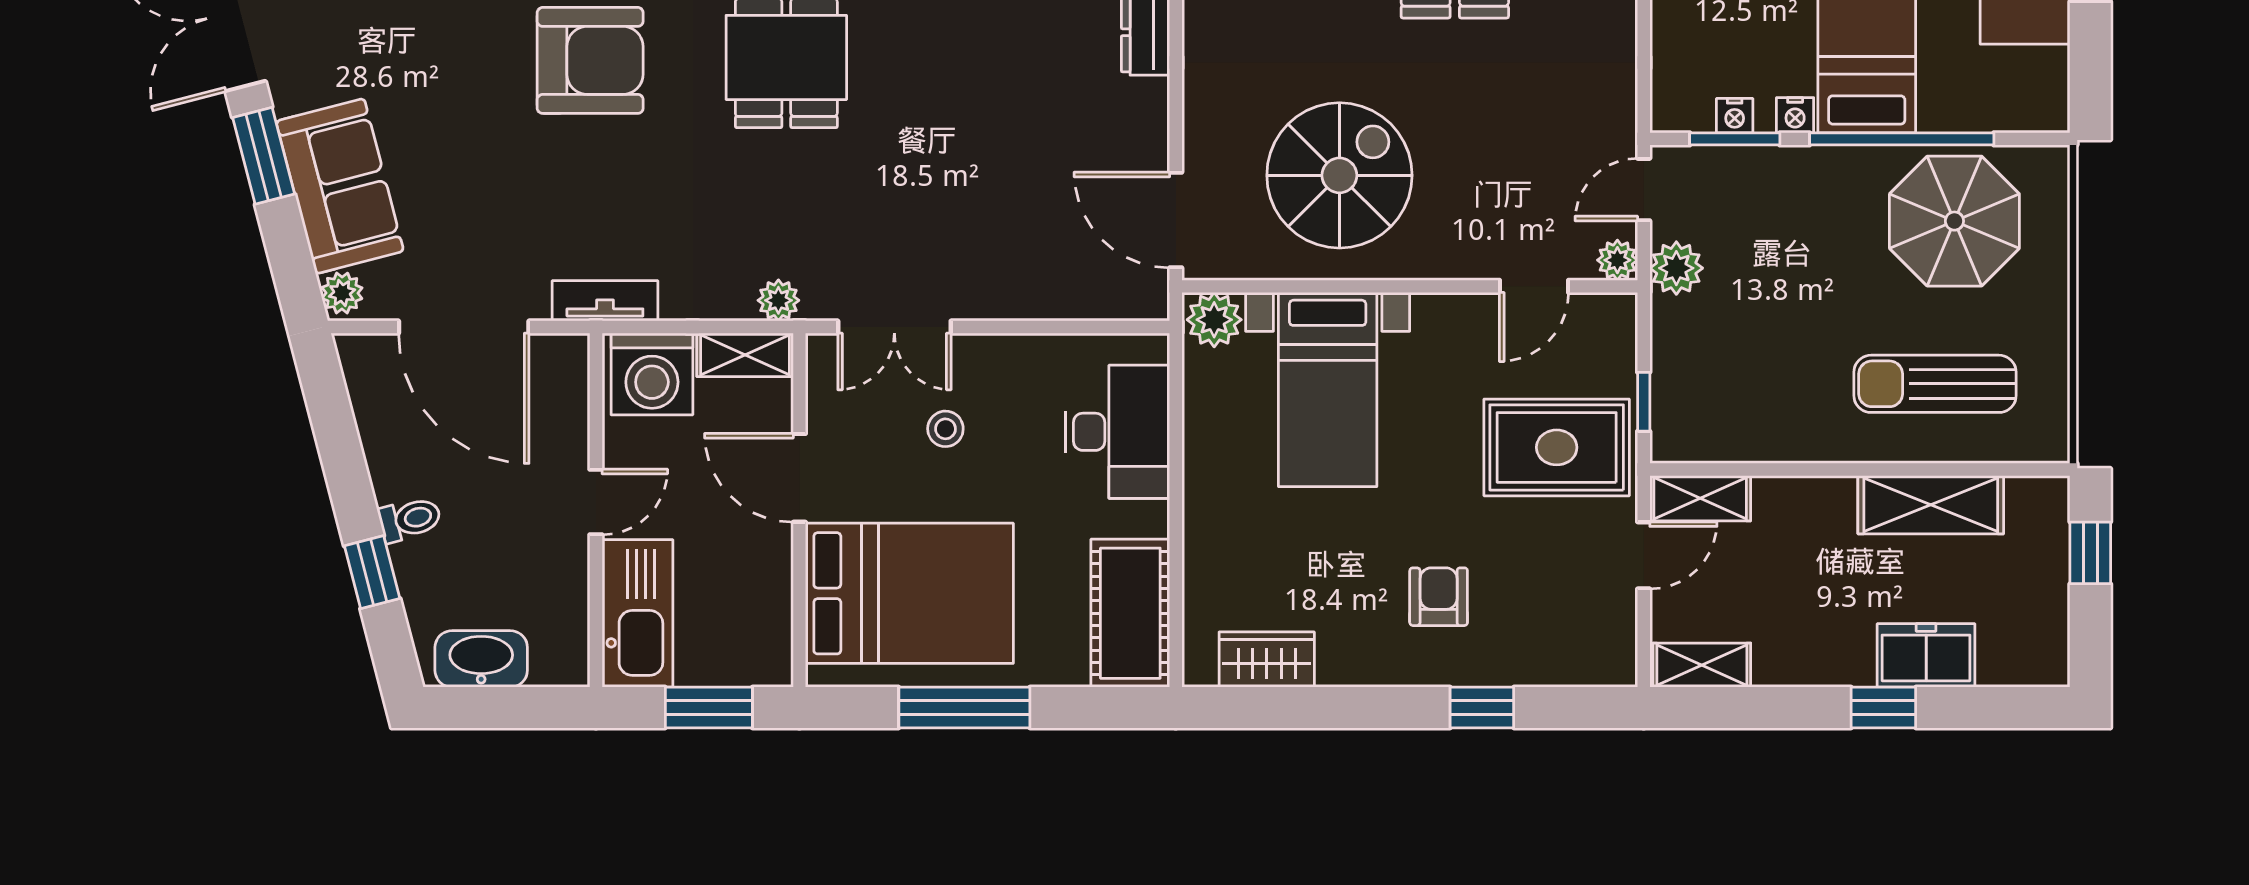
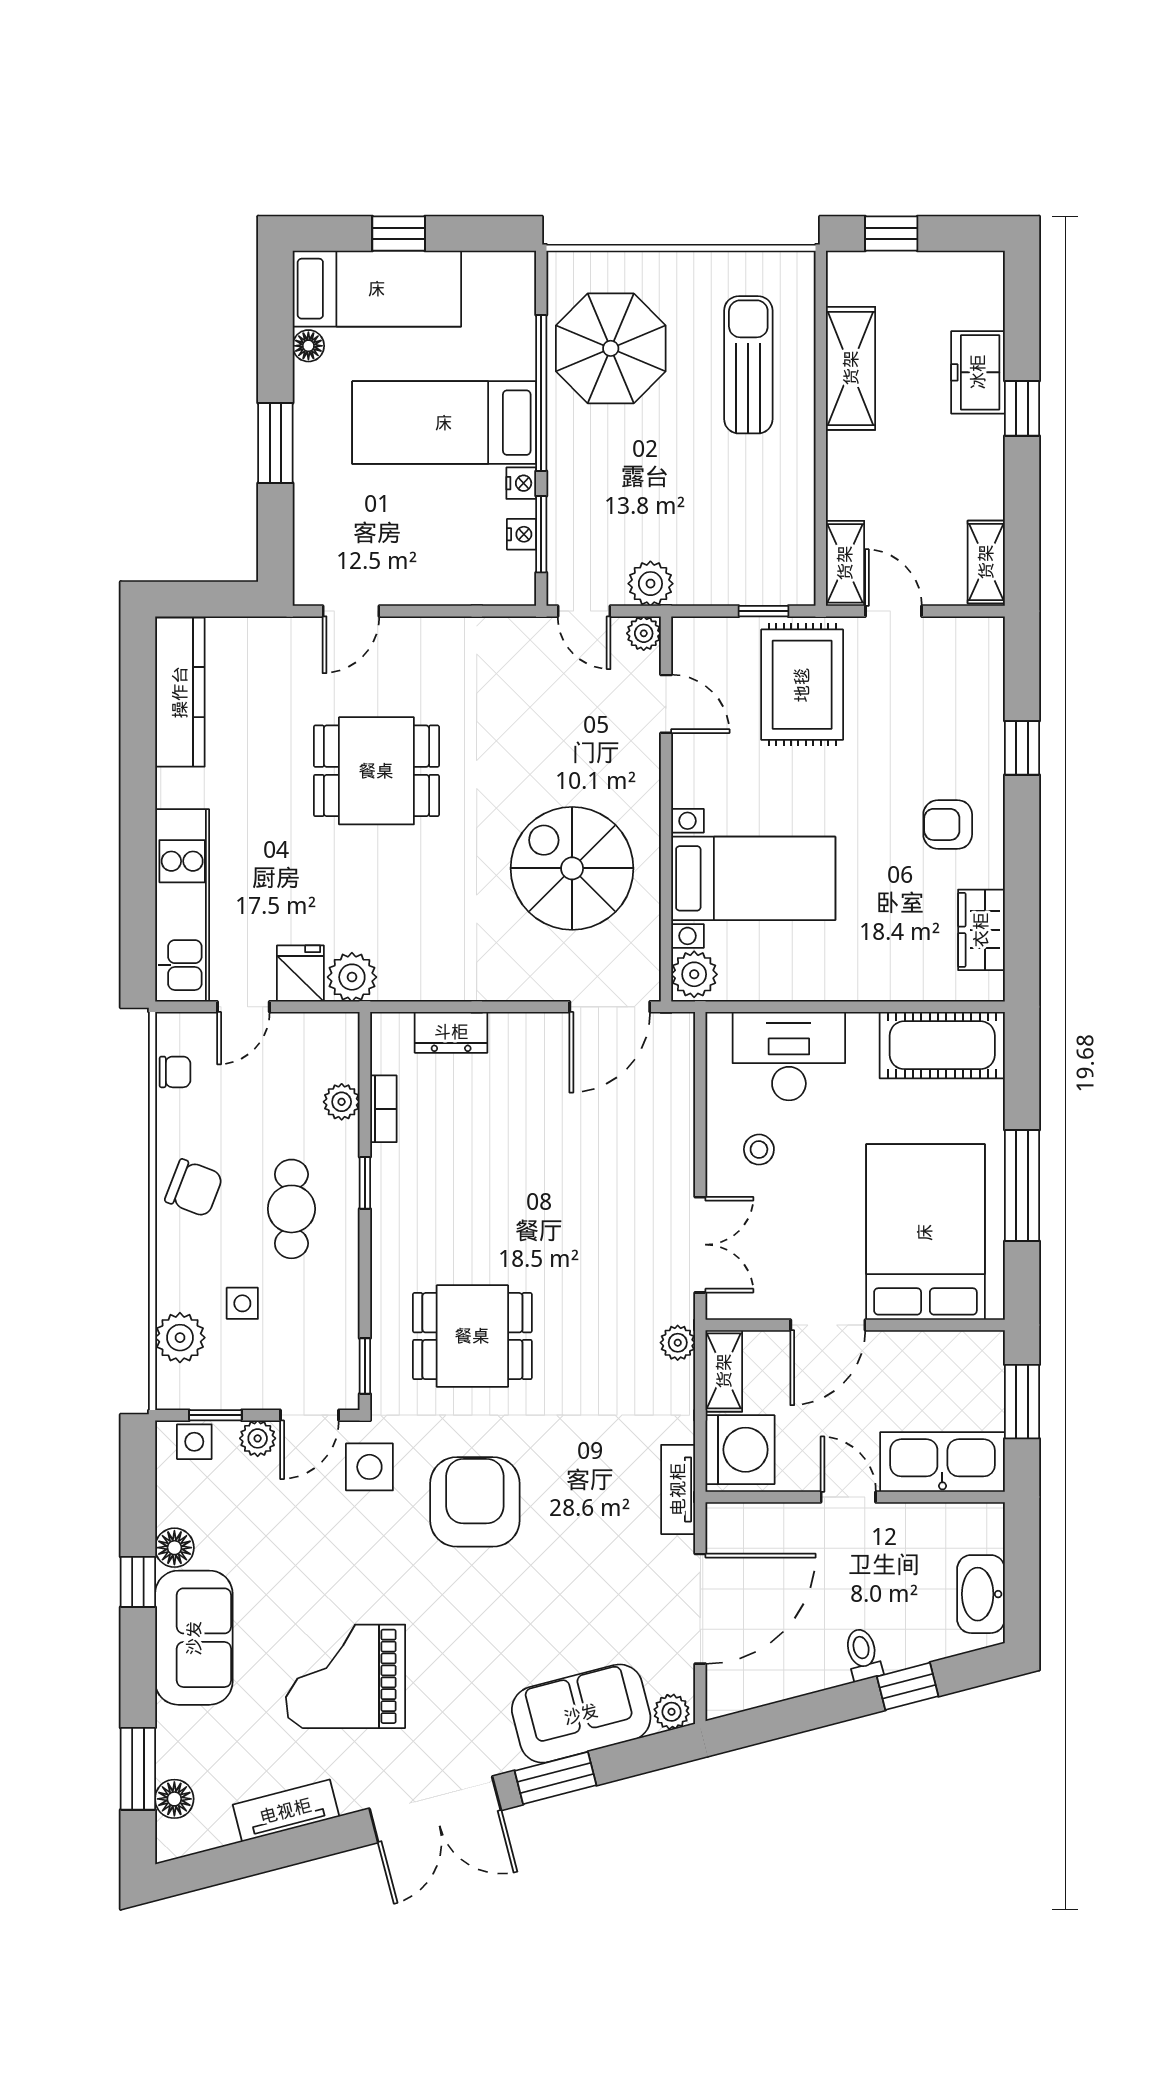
sun lounger: (1935, 384) -> (748, 365), turned 180
stool: (945, 429) -> (759, 1150), moved
armchair: (1439, 597) -> (948, 824), moved

